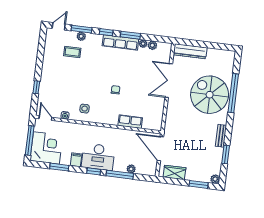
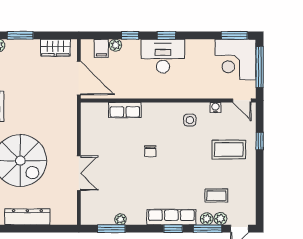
window: (130, 35) -> (111, 229), moved
row of seats: (120, 42) -> (171, 217), moved
plant: (152, 45) -> (220, 219), moved
dresser: (190, 51) -> (27, 217), moved
double door: (169, 80) -> (79, 173), width x0.73
coffee table: (59, 84) -> (229, 150), added
filing cabinet: (76, 160) -> (101, 48), moved
window: (59, 167) -> (234, 35), moved
window: (120, 175) -> (130, 35), width x0.46

